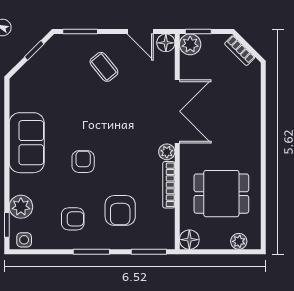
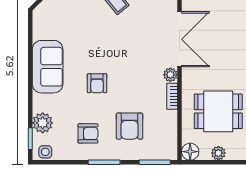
armchair: (83, 162) -> (97, 83), turned 180
bookcase: (169, 185) -> (172, 96), width x0.64
plant: (239, 241) -> (218, 153), moved

